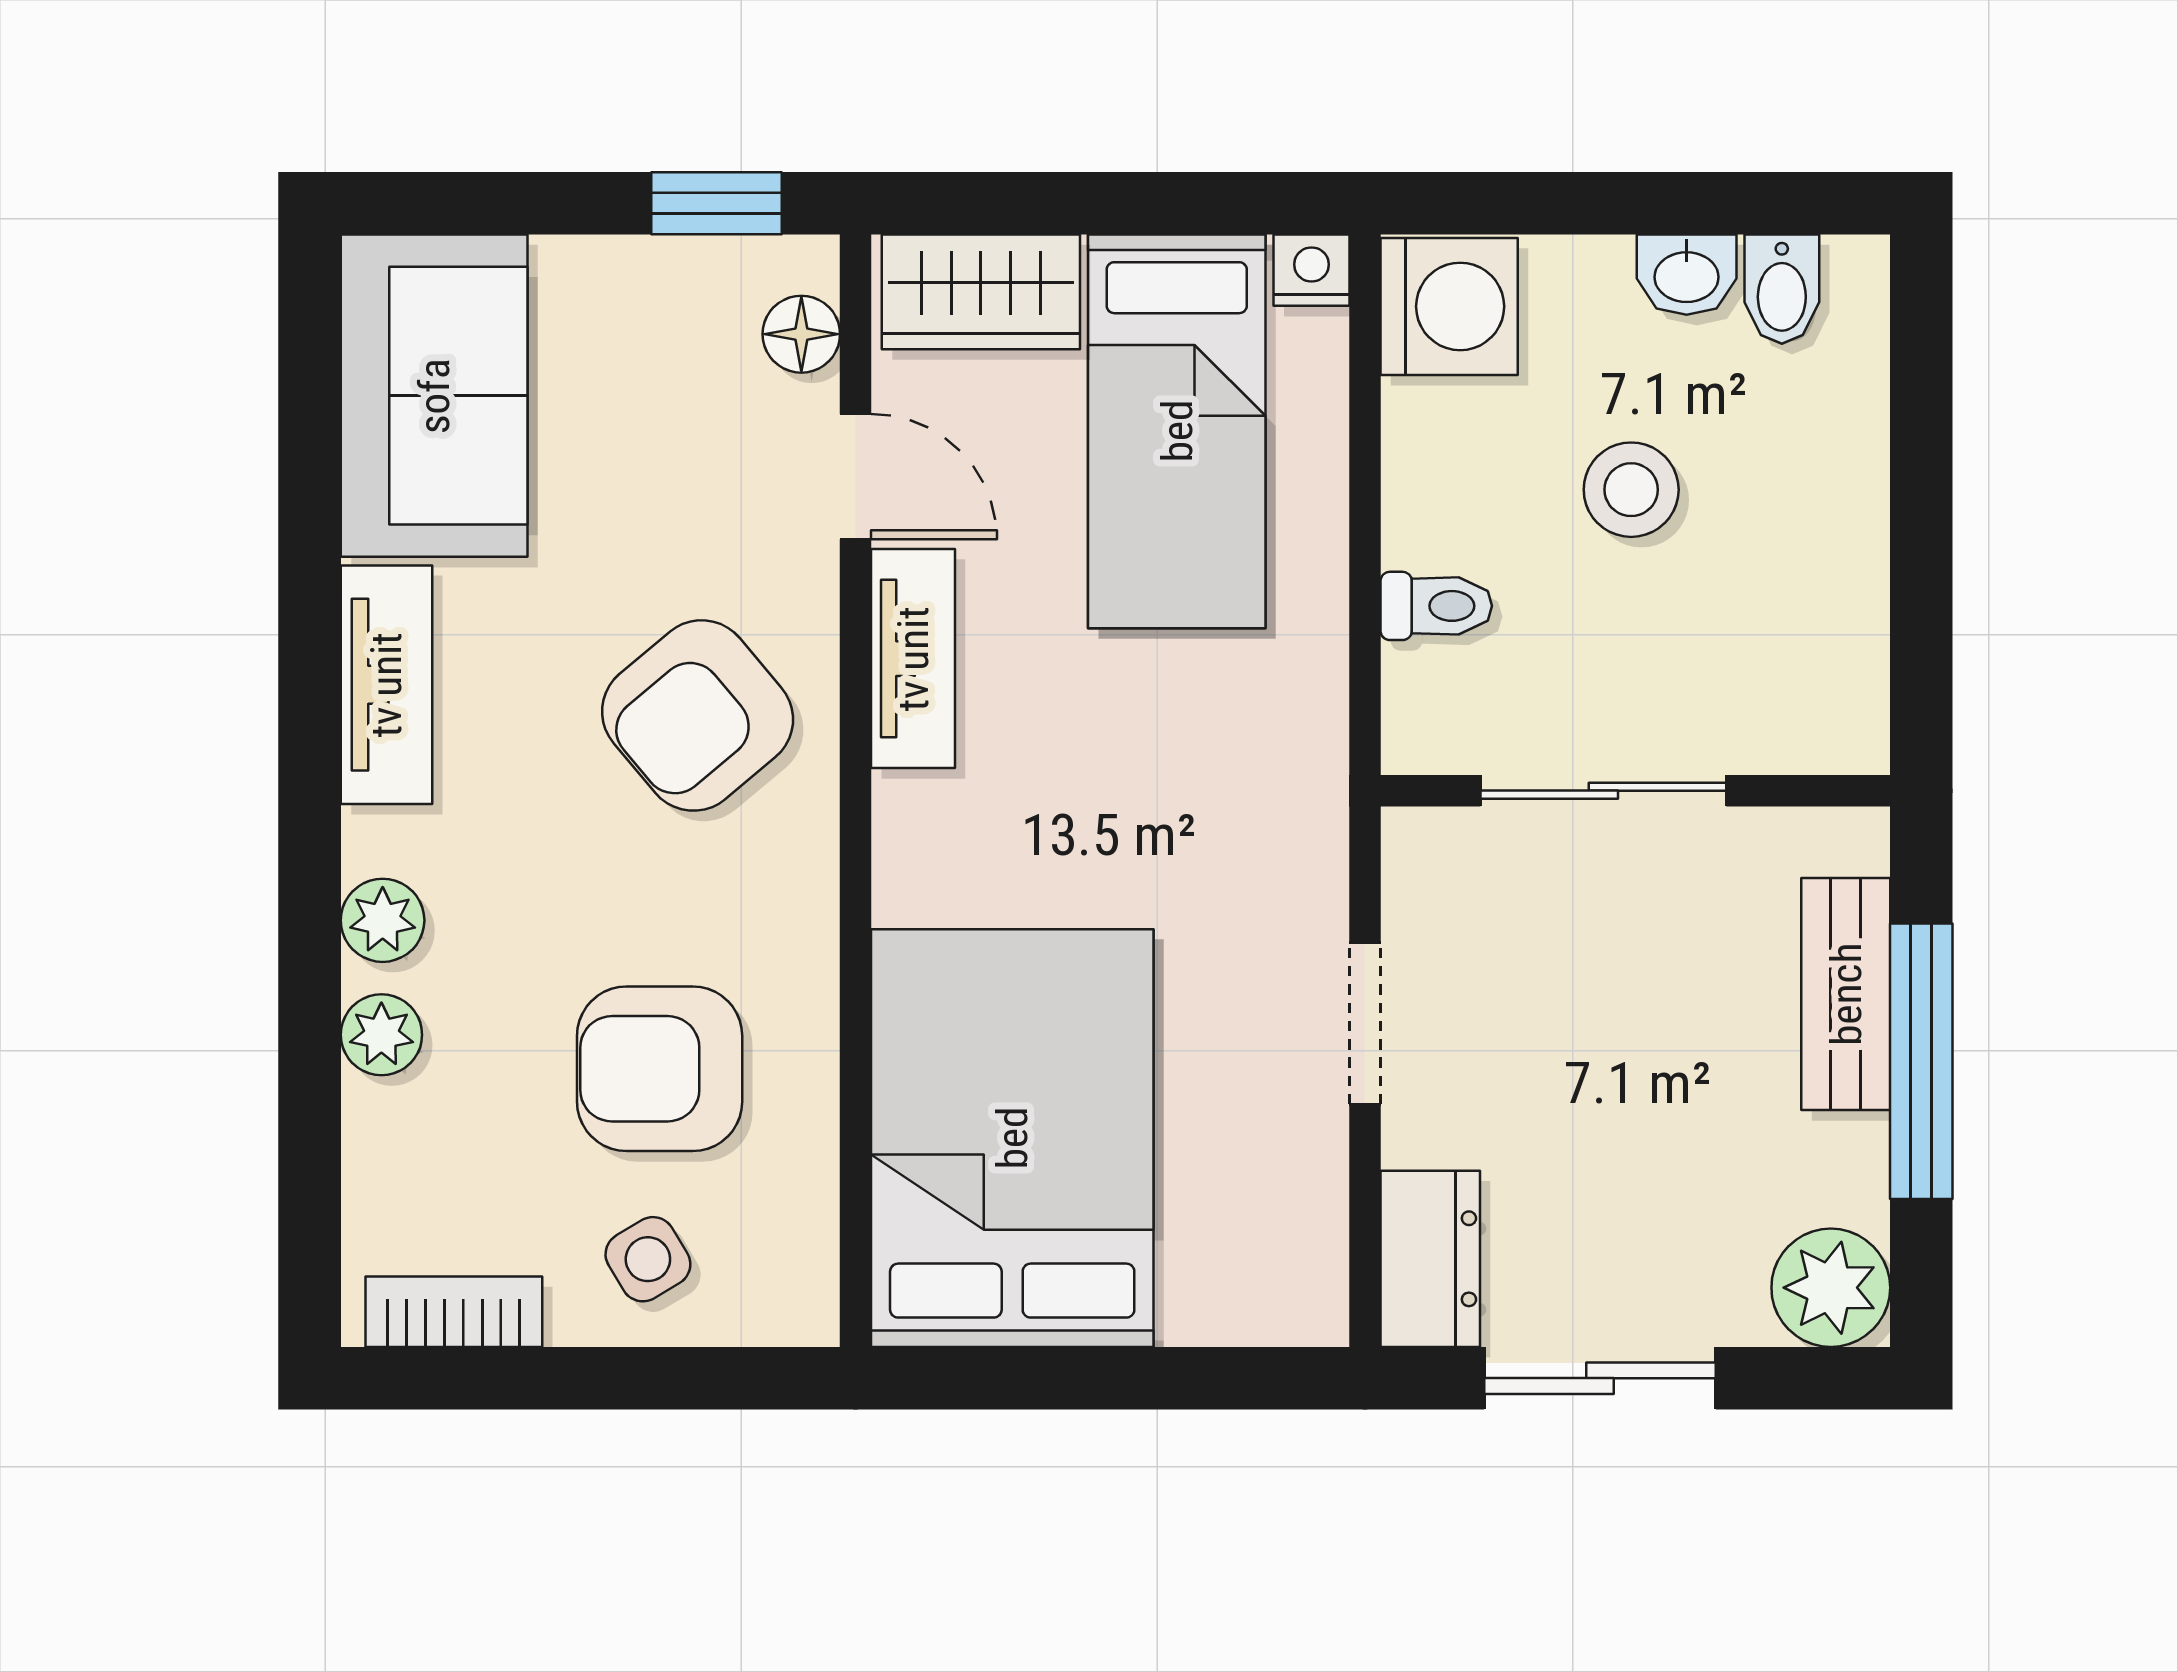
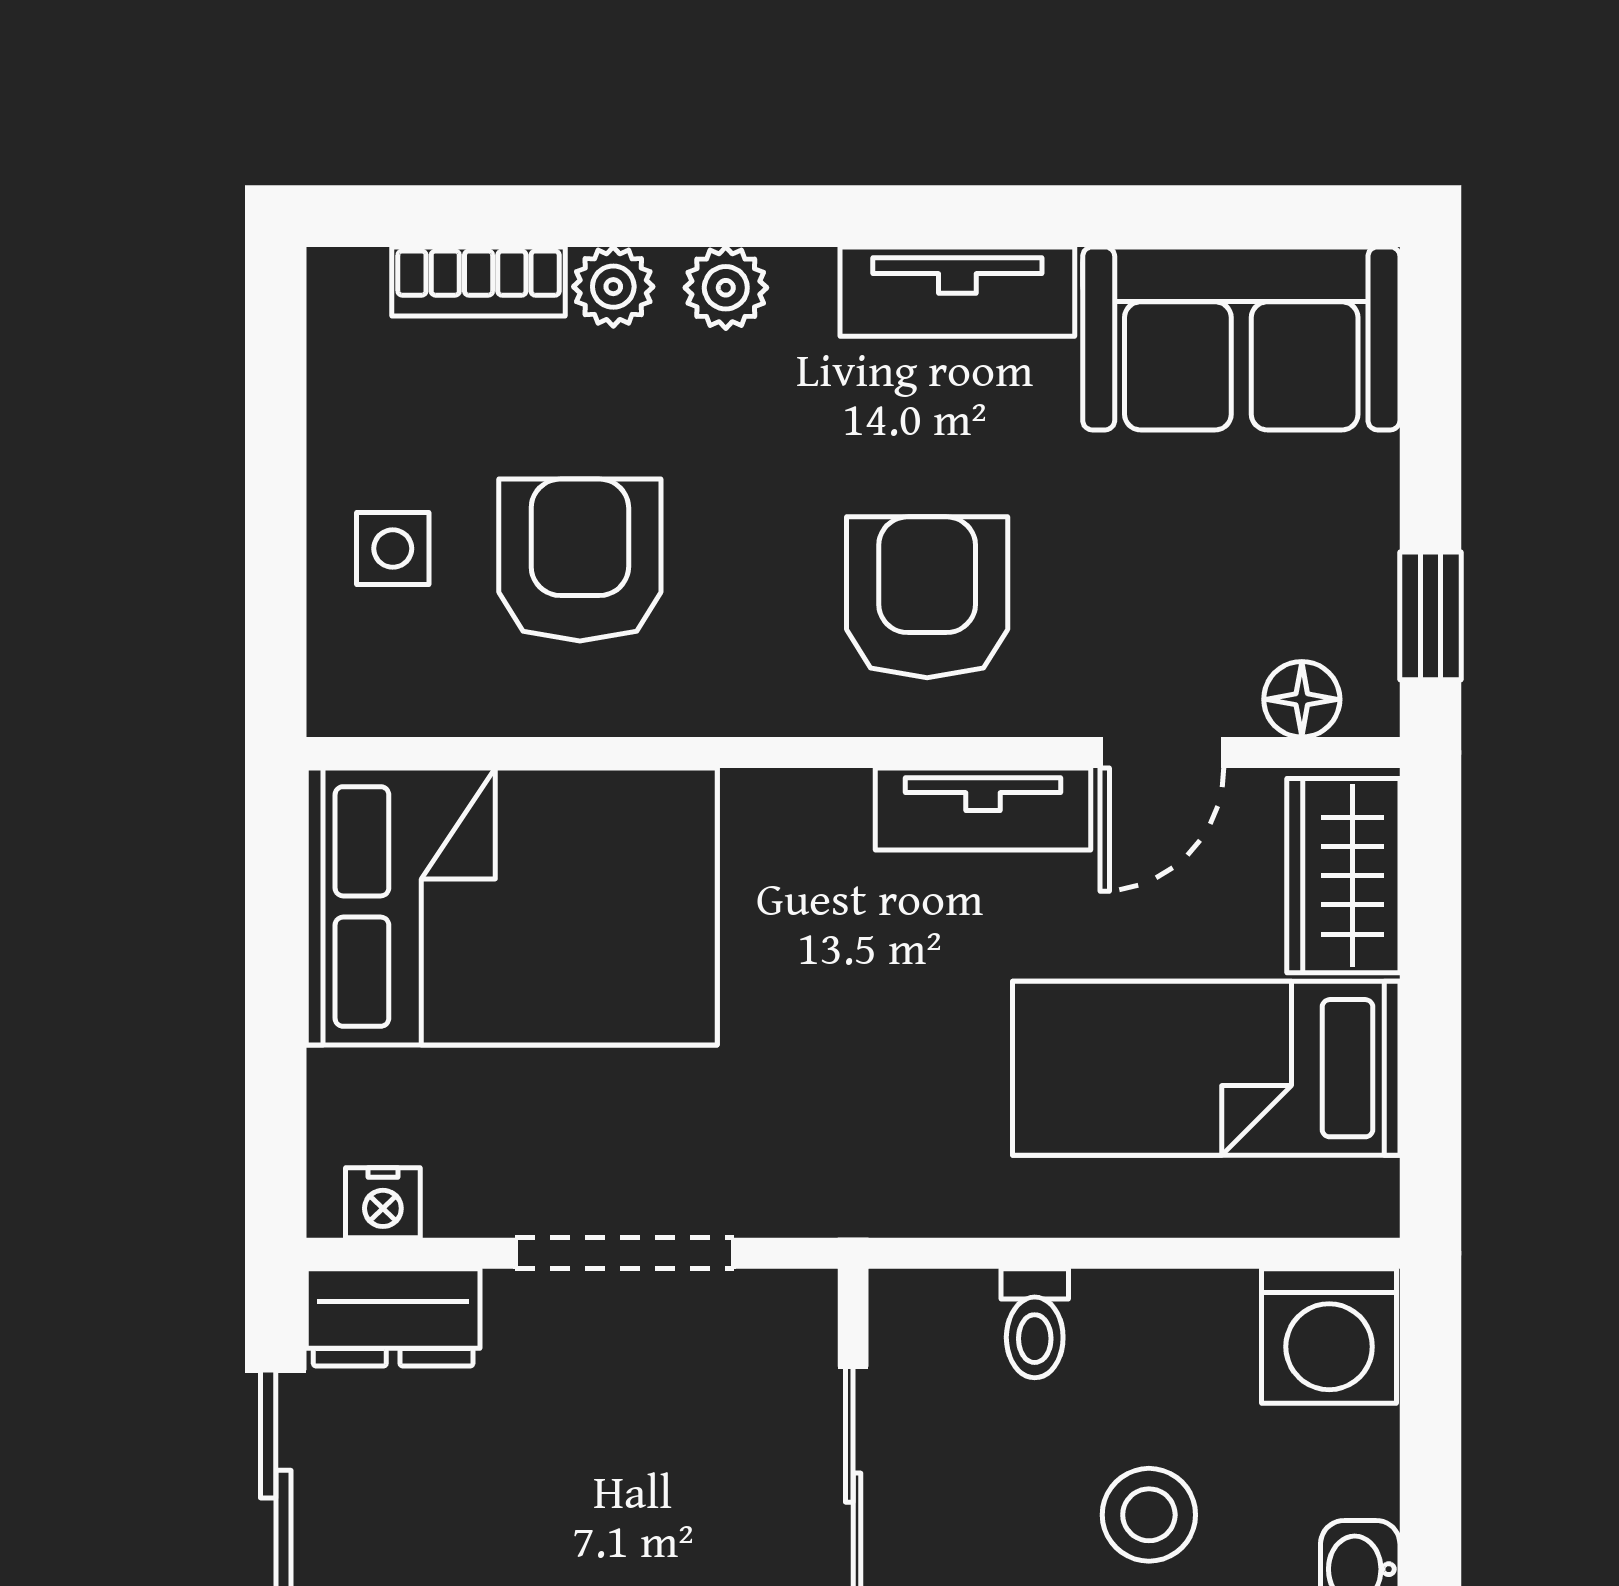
nightstand: (1311, 270) -> (383, 1203), moved, turned 90
armchair: (698, 715) -> (927, 597), turned 40
doorway: (1365, 1023) -> (624, 1253), width x1.38
side table: (648, 1259) -> (393, 549), turned 31
bookcase: (454, 1312) -> (479, 281), moved, turned 90

